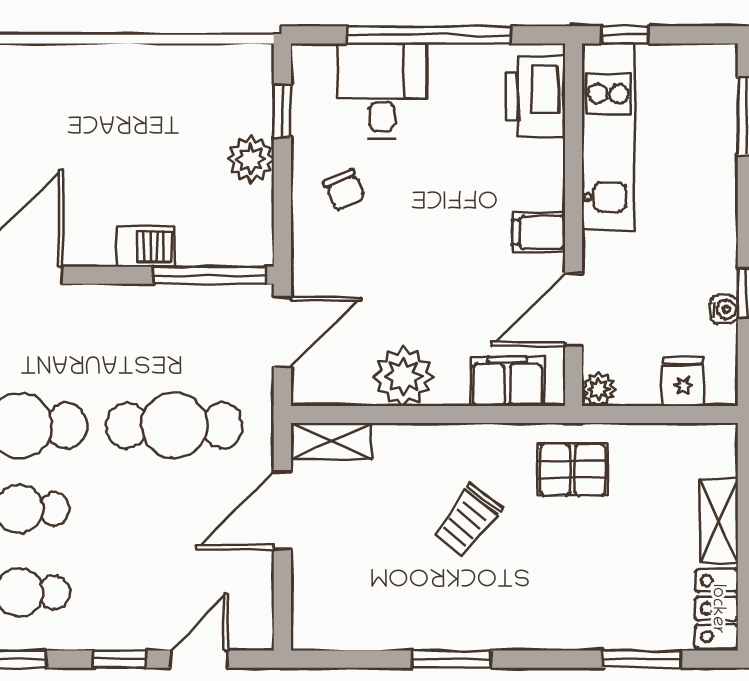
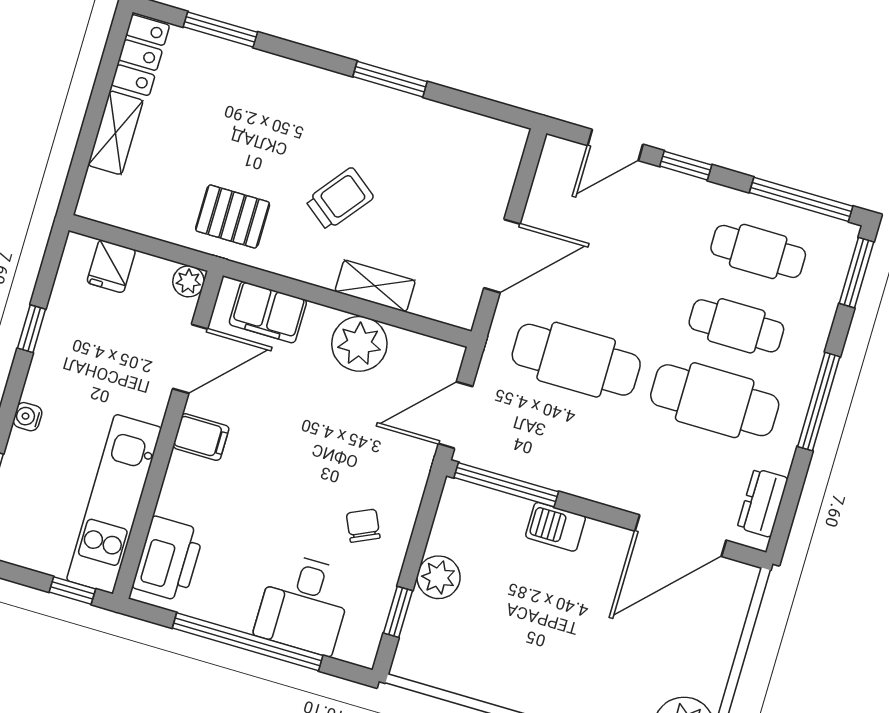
water cooler: (724, 309) -> (27, 417), moved
shelving: (331, 441) -> (375, 286), moved

